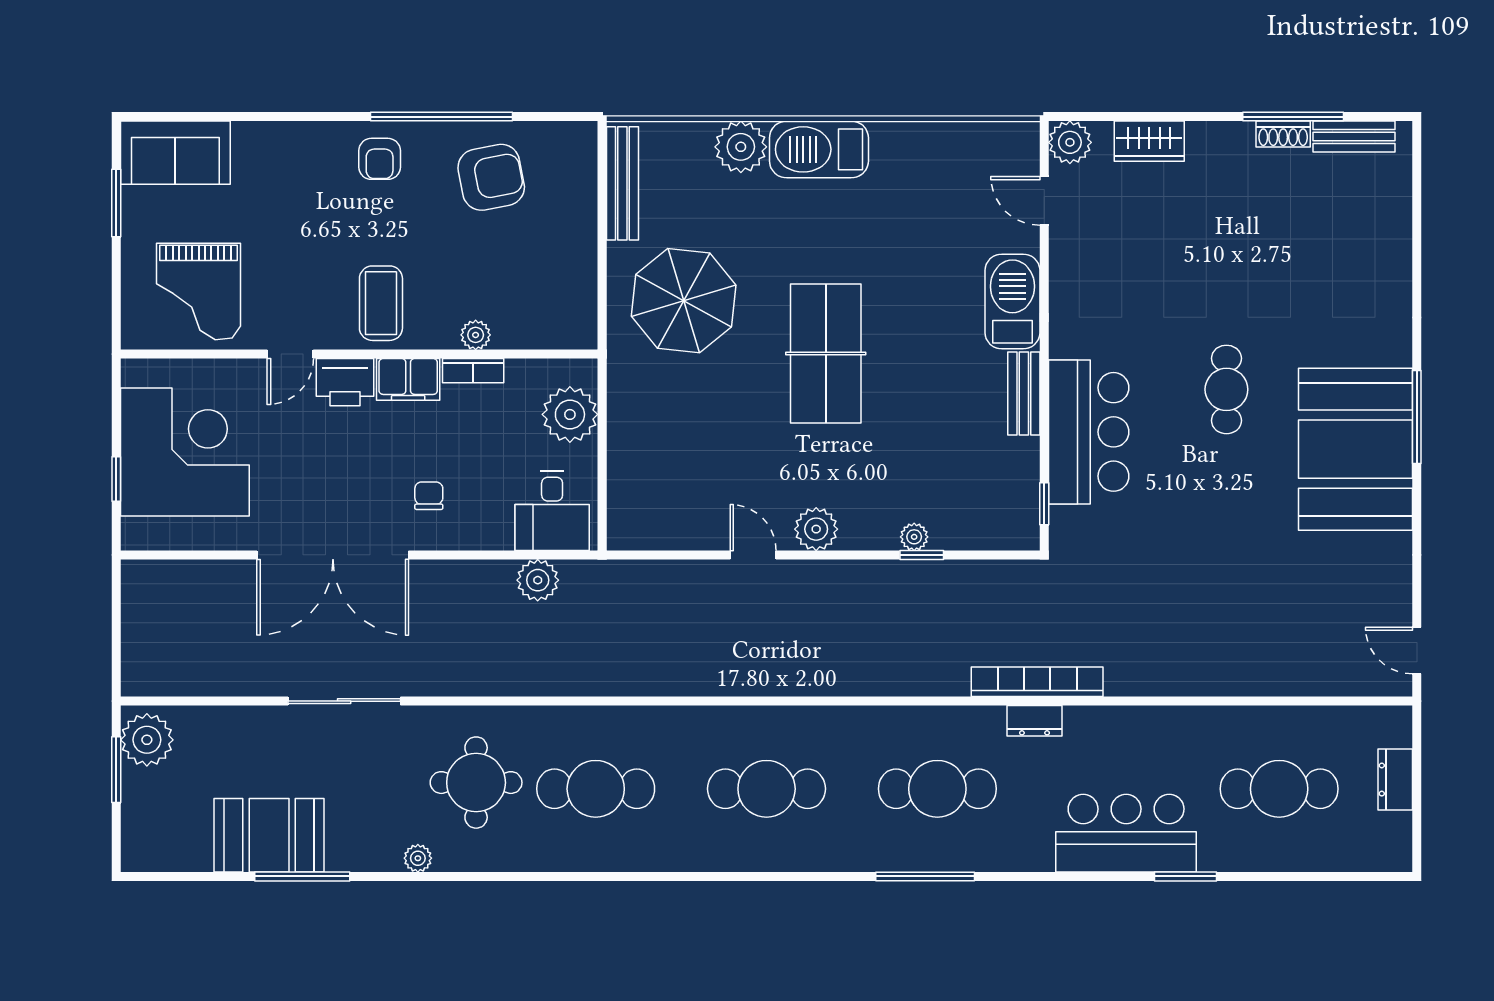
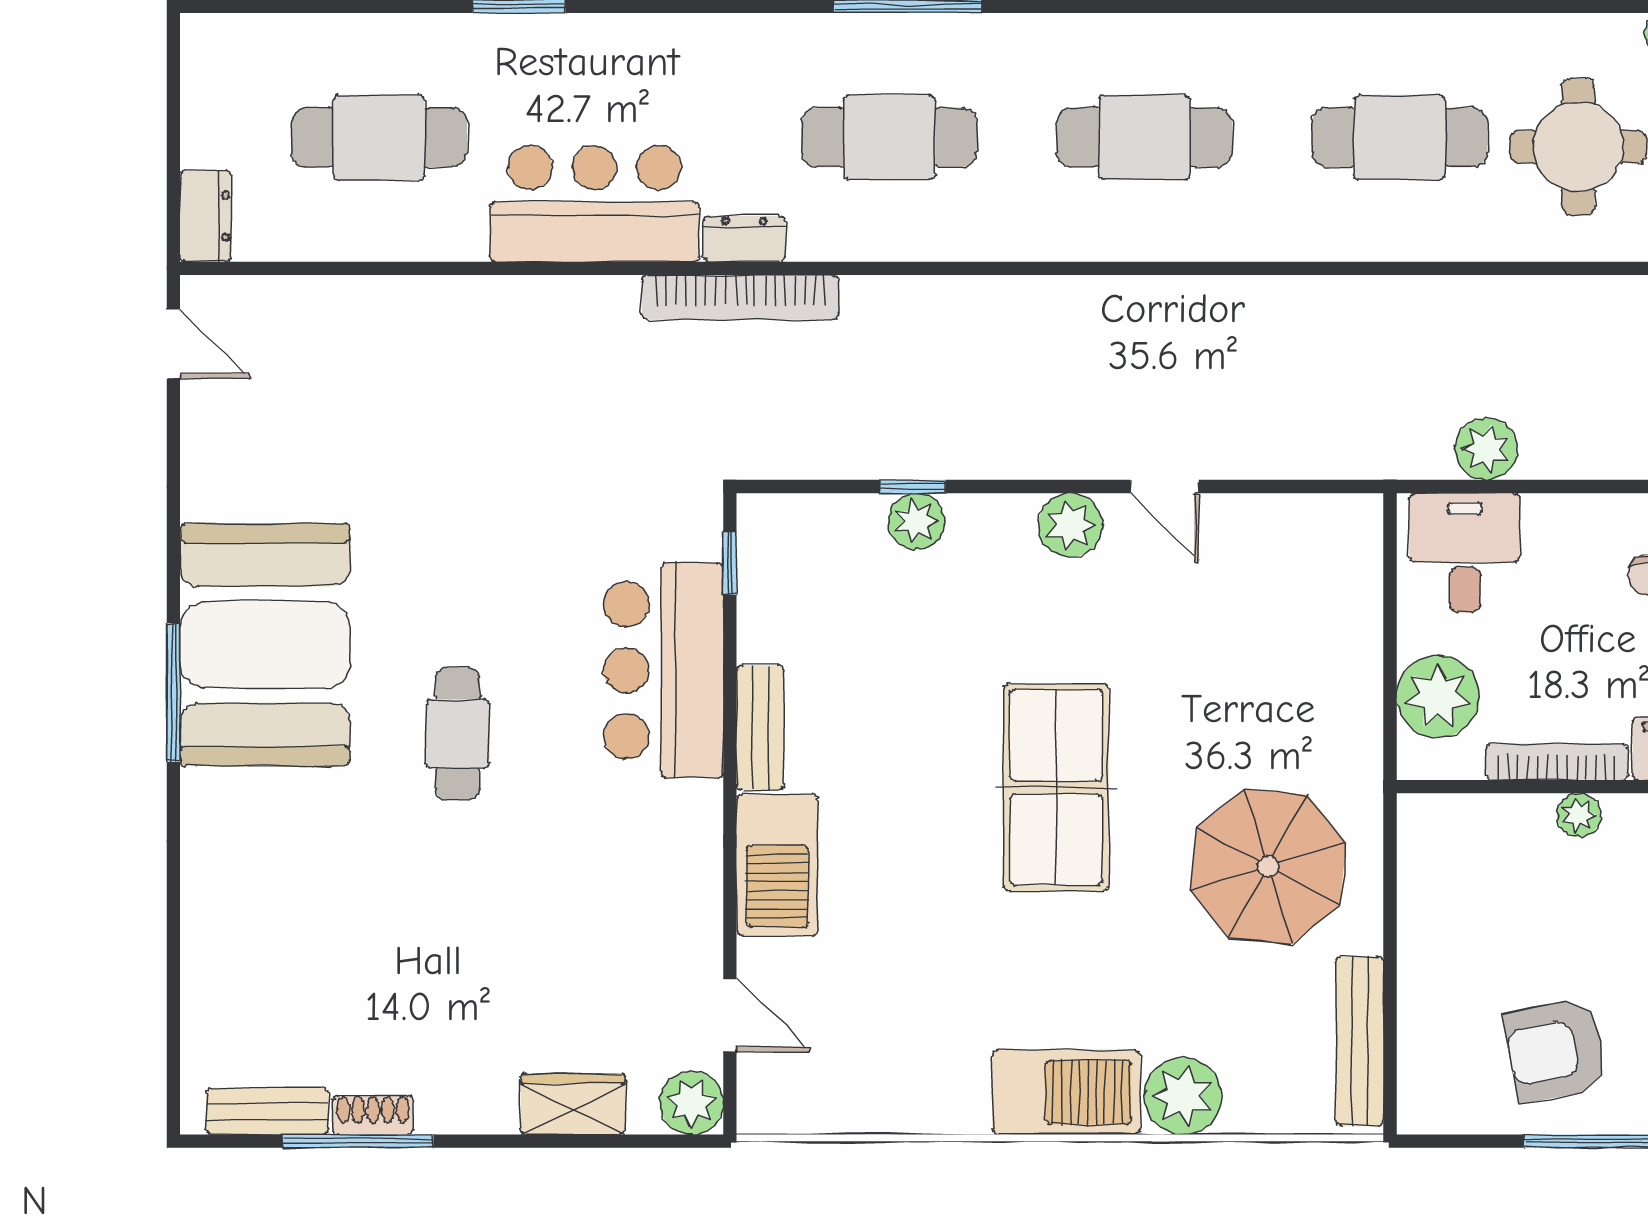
bookcase: (473, 371) -> (1557, 762), width x1.56
plant: (914, 537) -> (916, 521), width x1.38, depth x1.38
dresser: (1395, 780) -> (206, 216), moved
bar counter: (1126, 833) -> (594, 204), moved, turned 180

